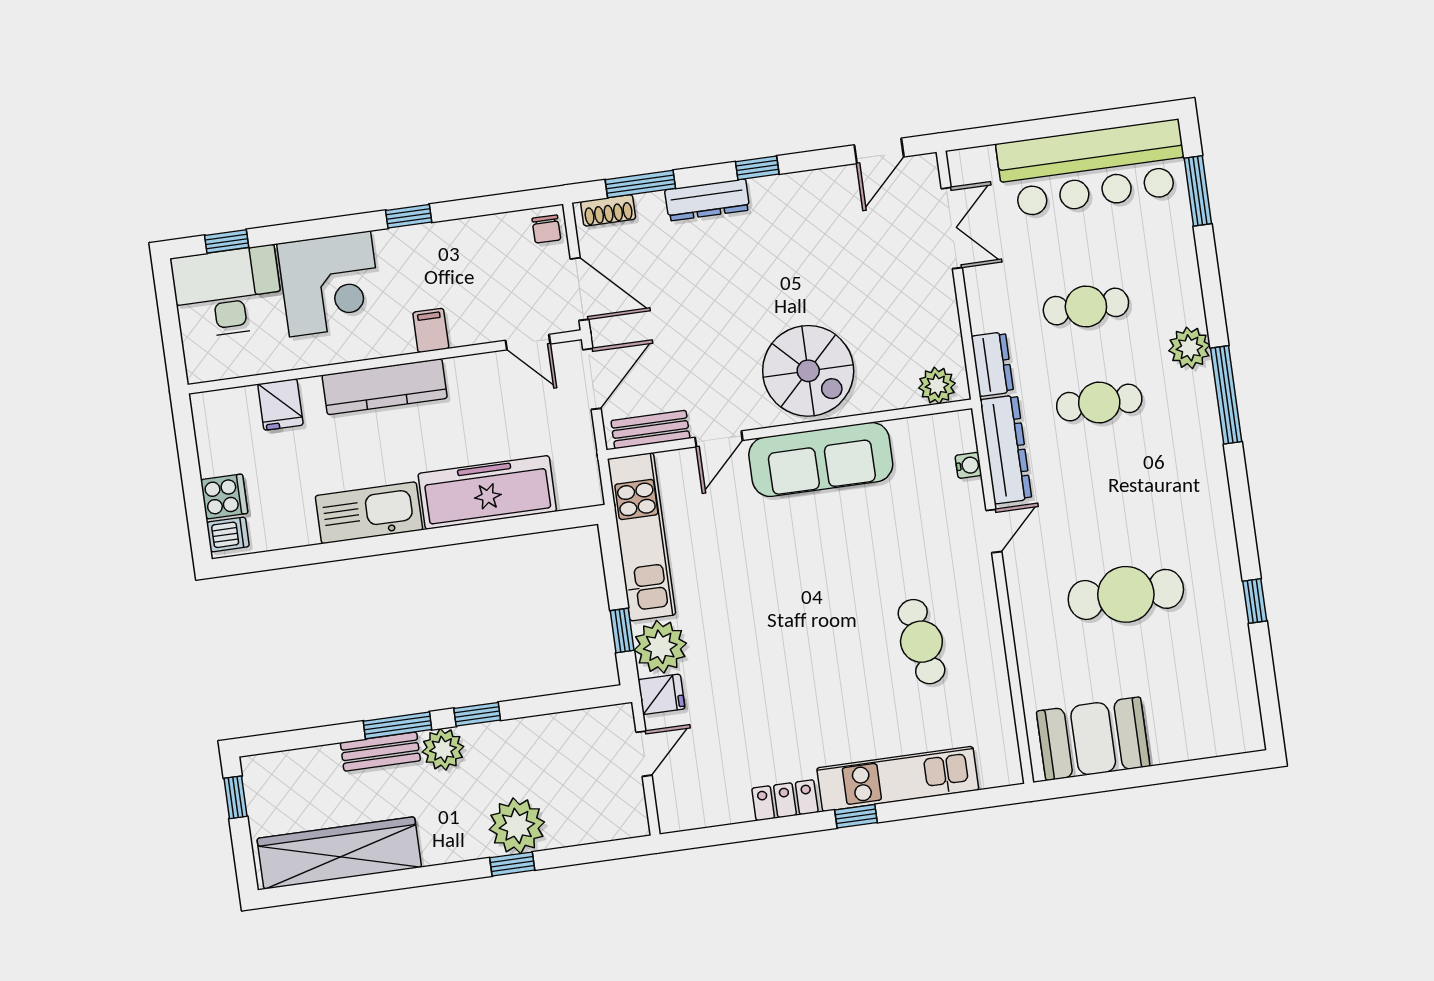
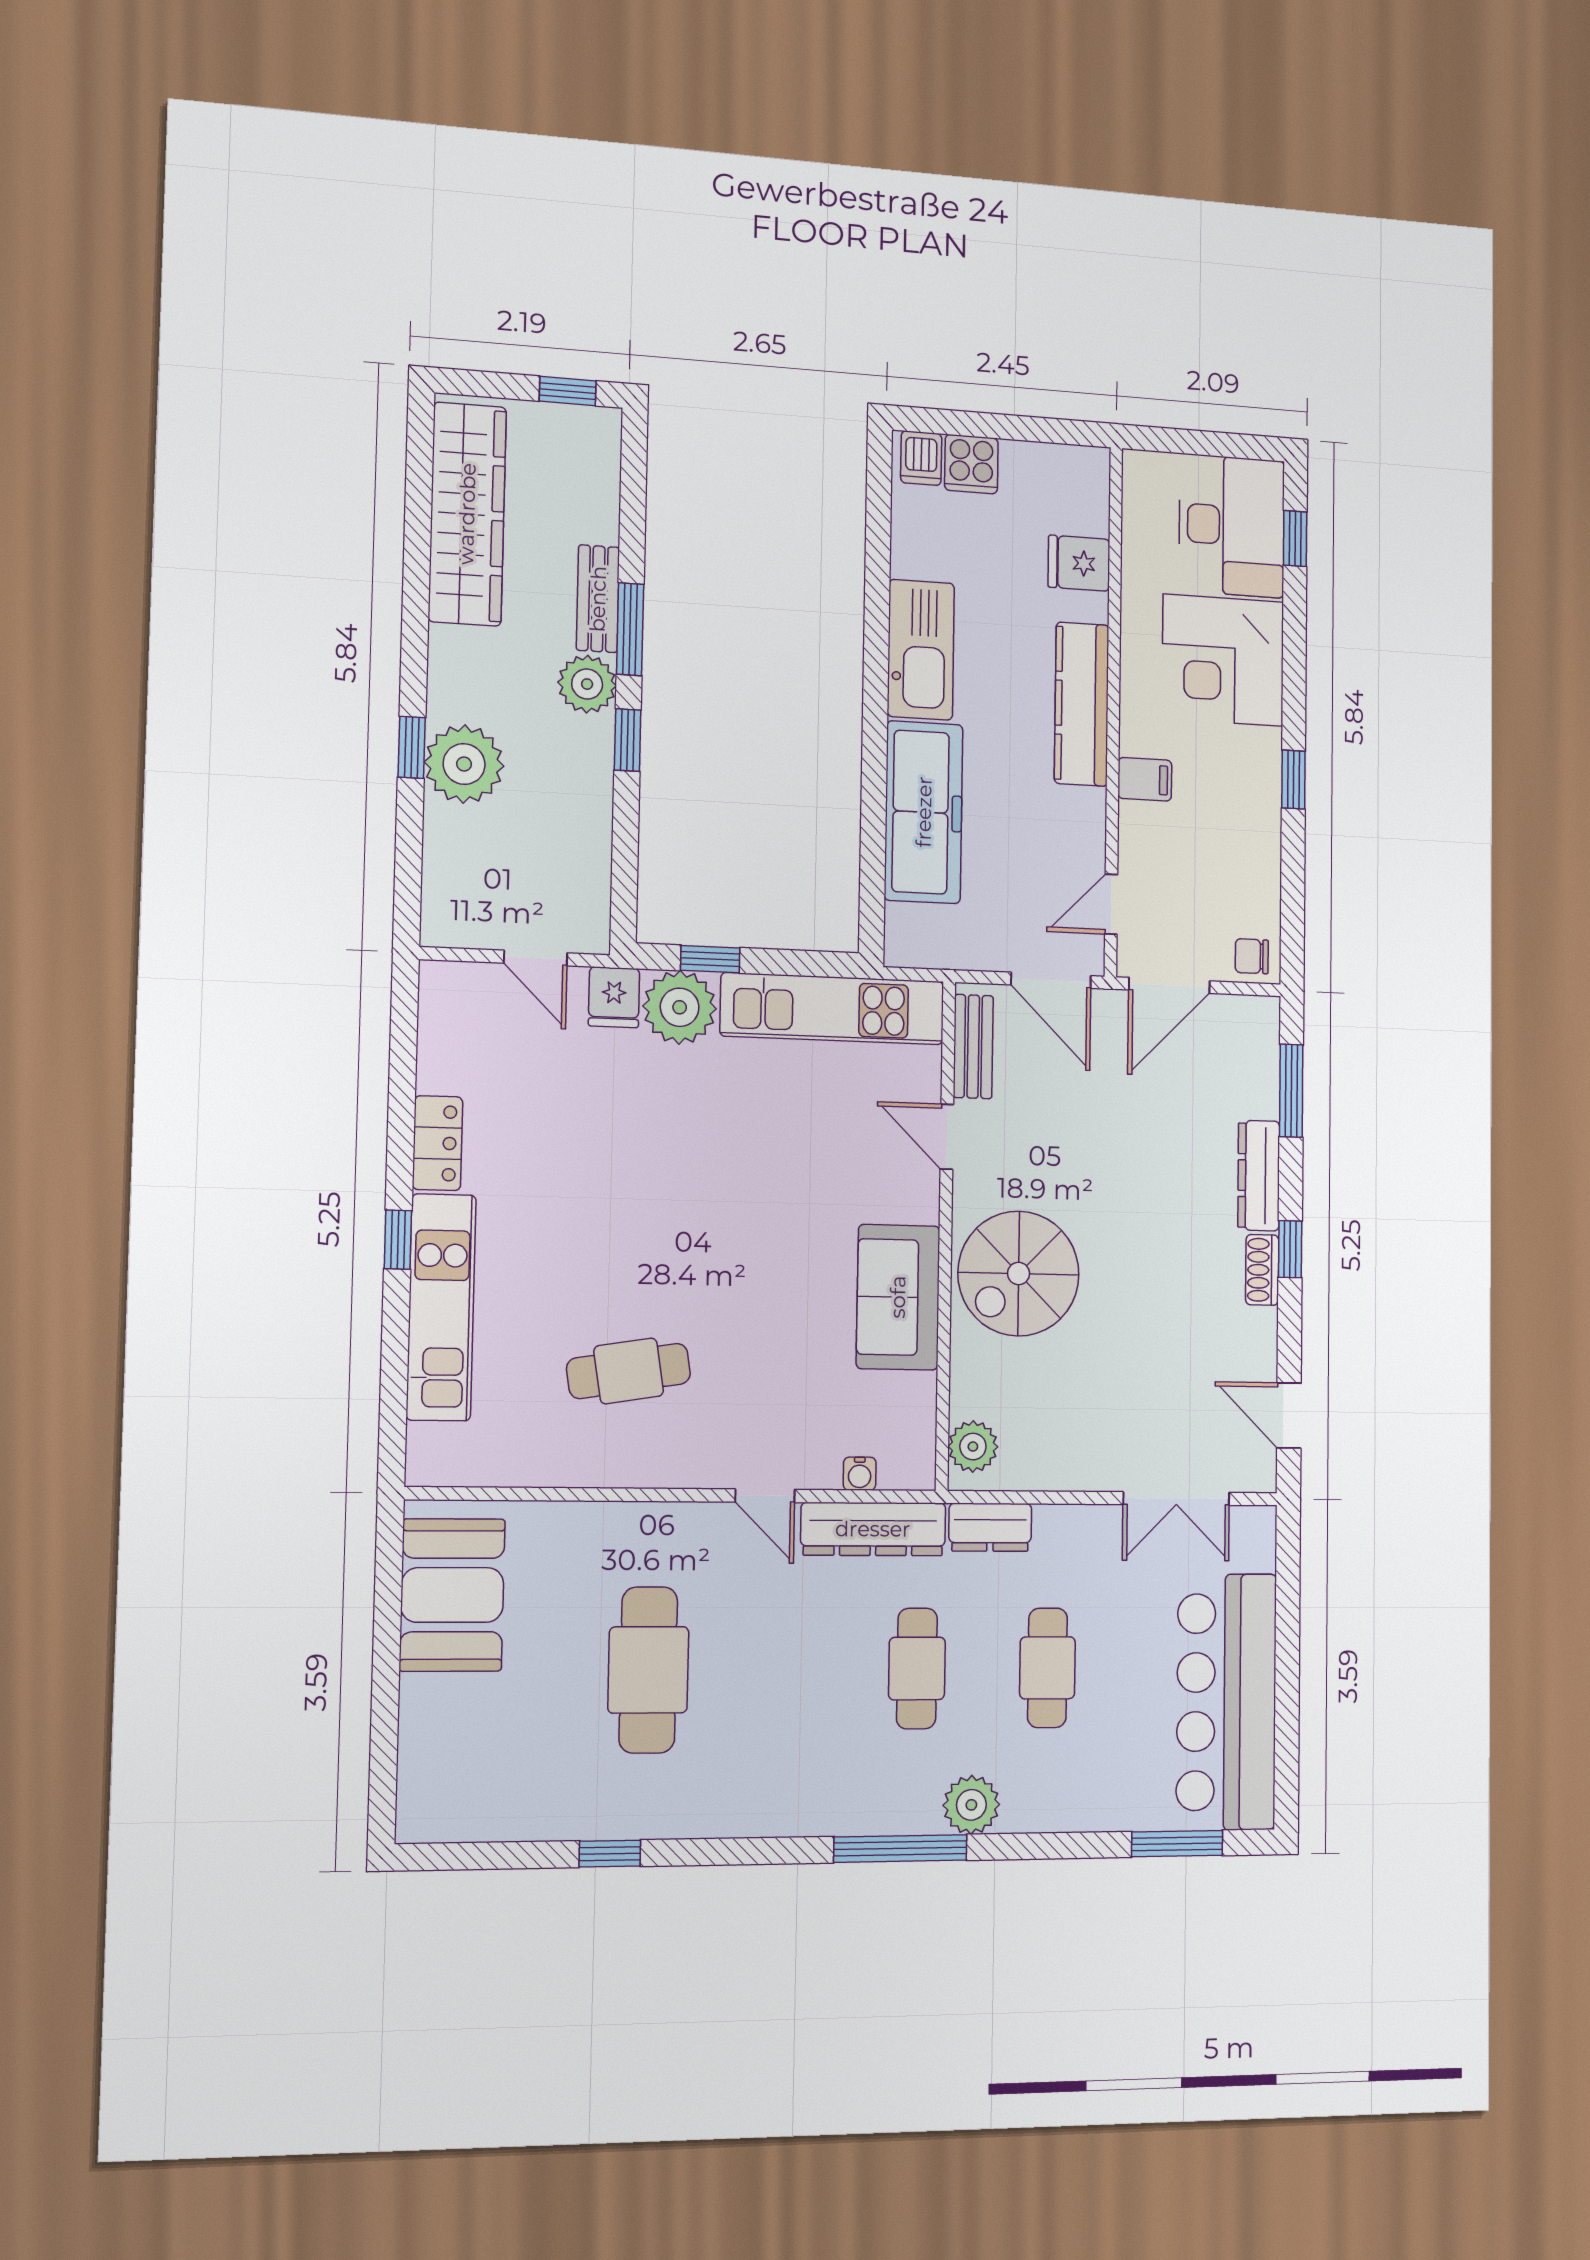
shoe rack: (608, 210) -> (1262, 1270), moved
sofa: (821, 459) -> (898, 1297), width x0.73

